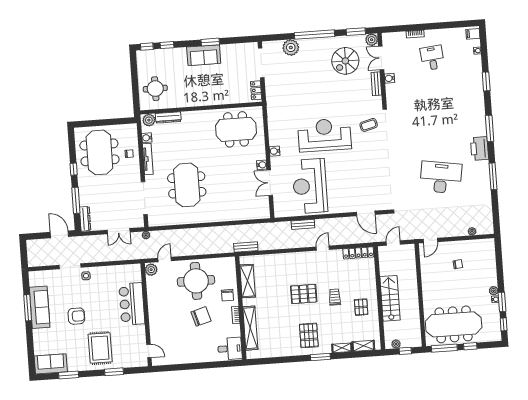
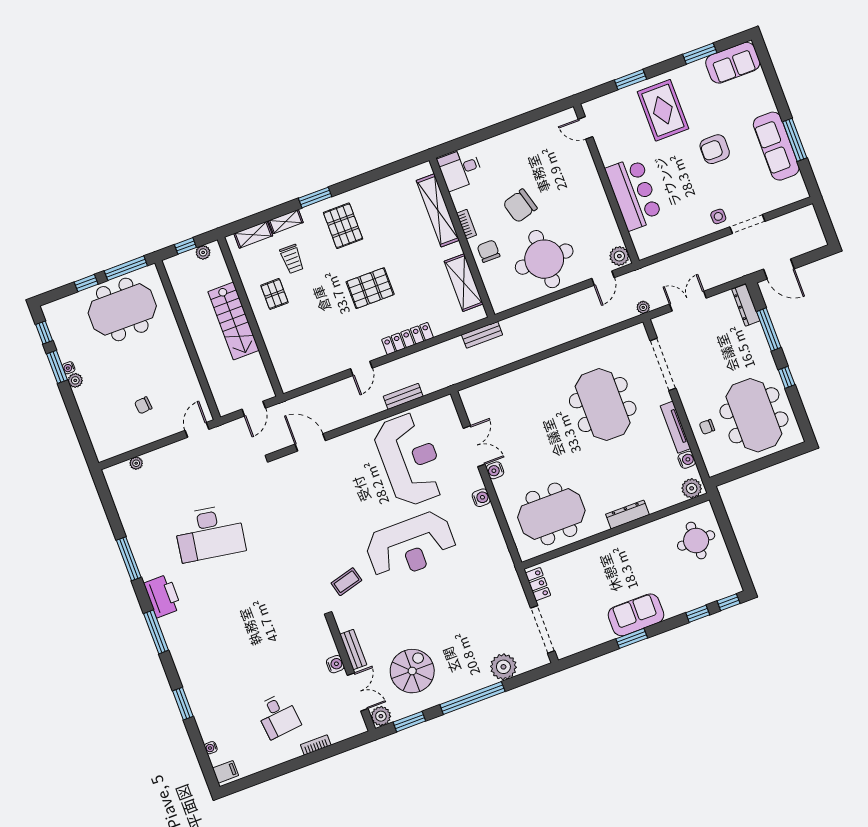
dresser: (168, 117) -> (627, 514), moved
locker: (358, 253) -> (407, 339), moved
trolley: (335, 297) -> (292, 259), moved
meeting table: (454, 324) -> (122, 309), width x0.73

